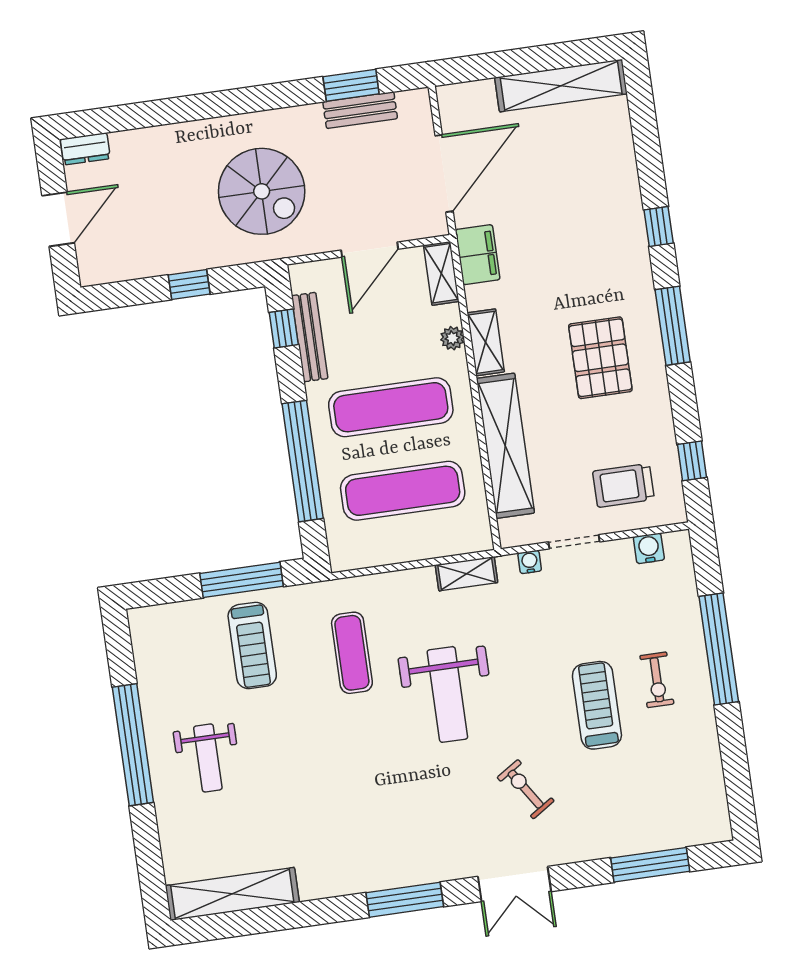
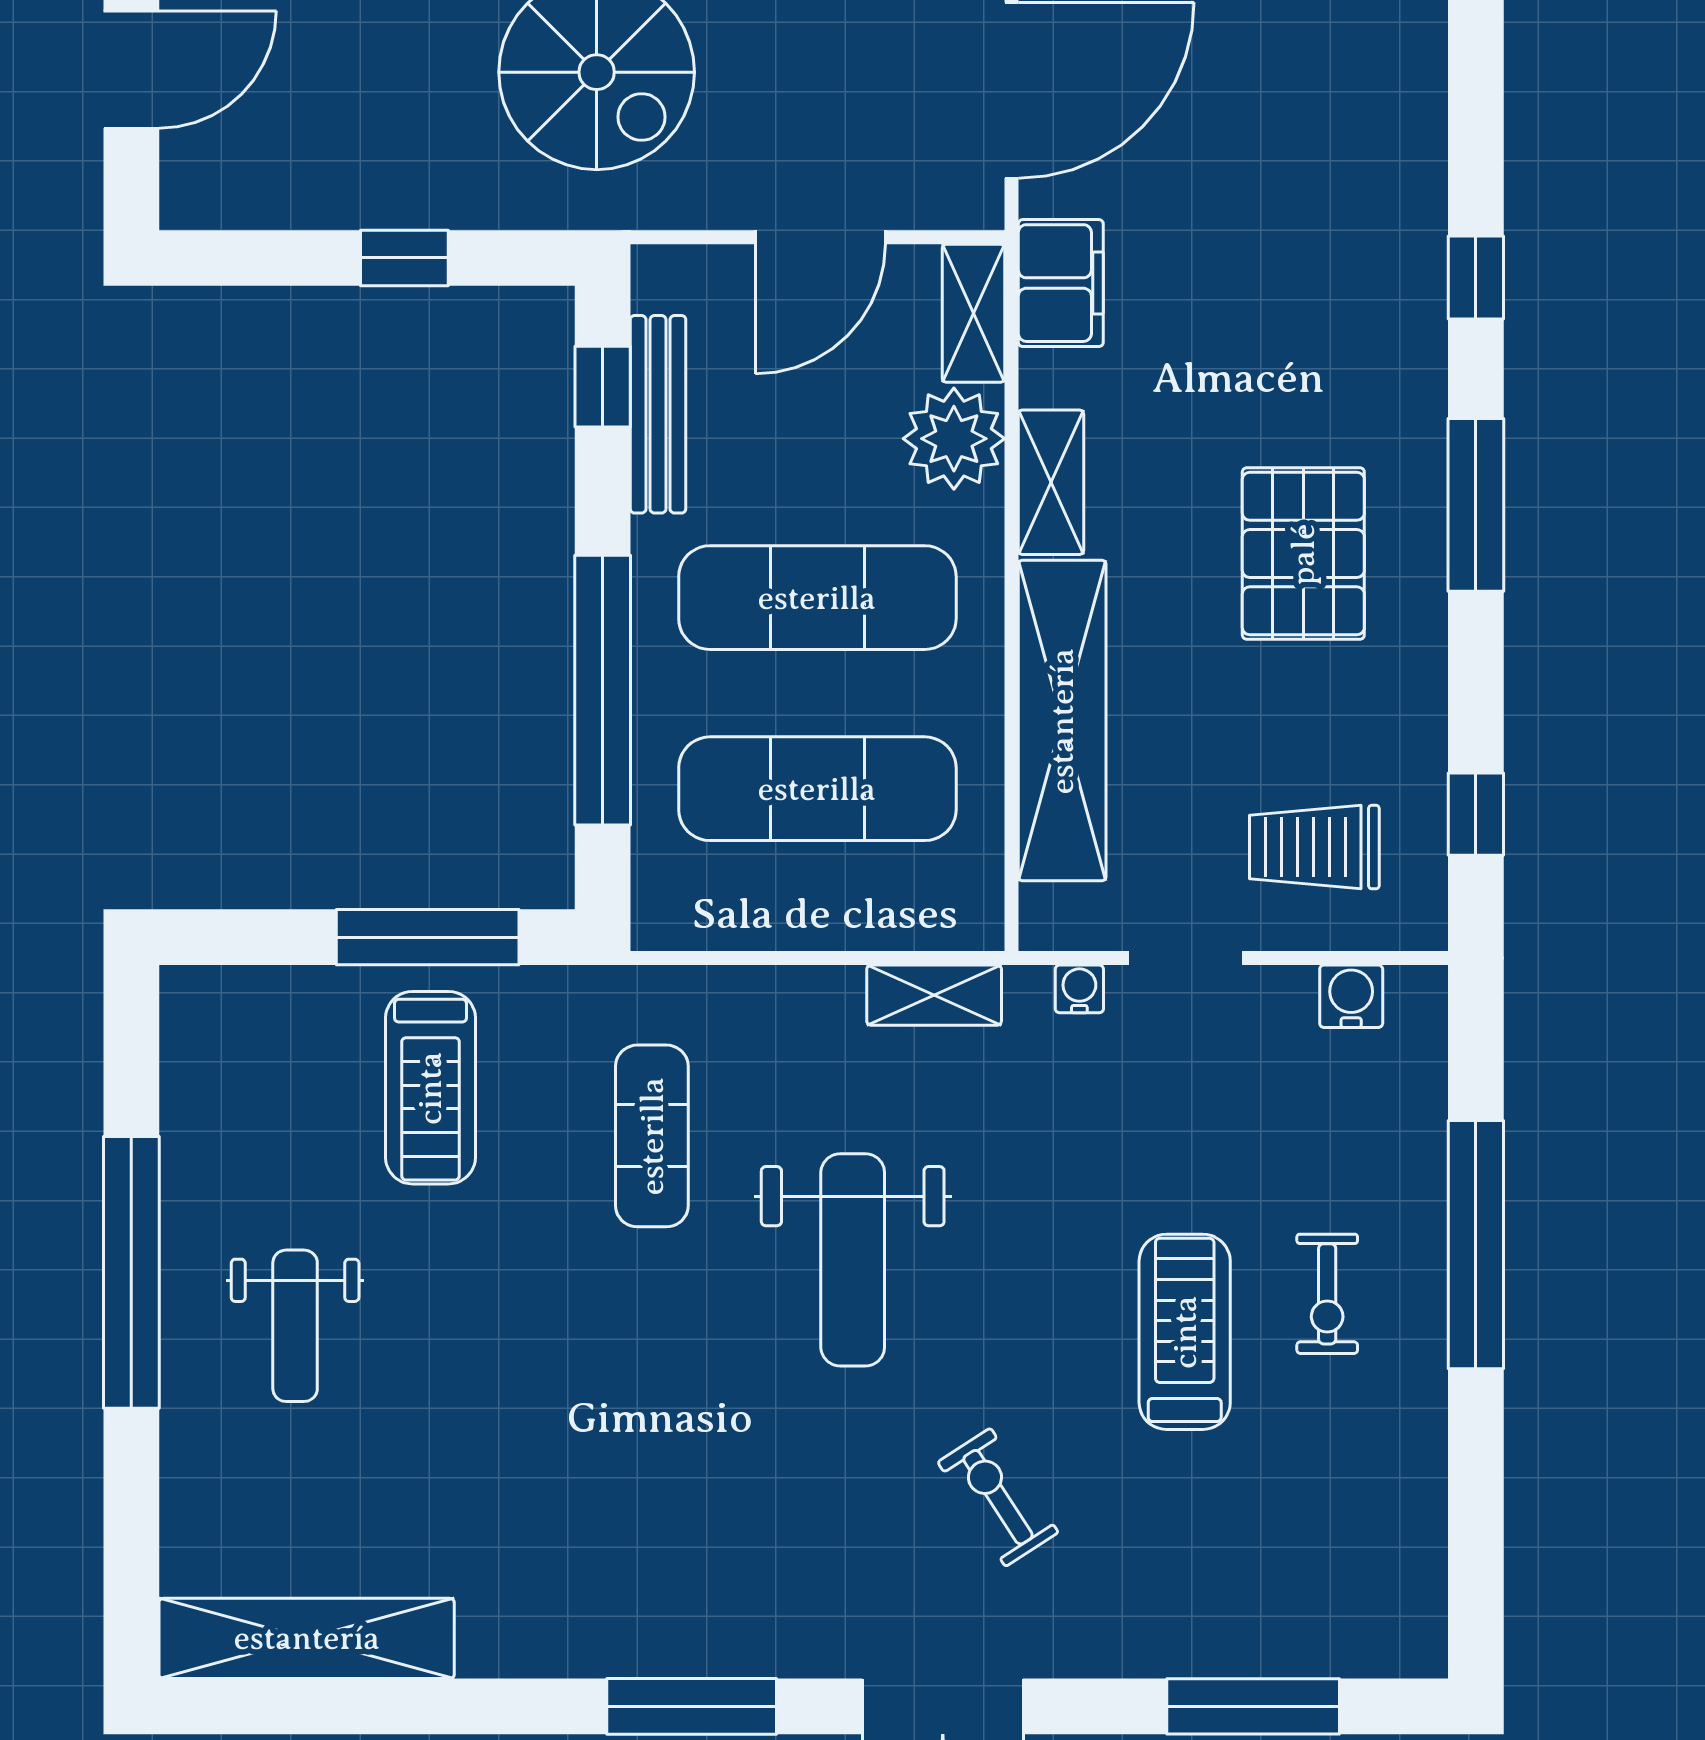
plant: (452, 338) -> (954, 439), width x1.87, depth x1.87

